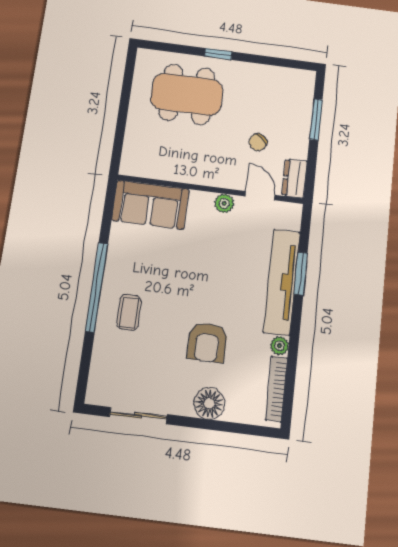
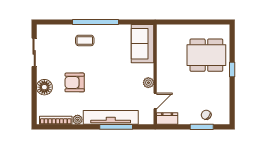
dining table: (187, 94) -> (206, 55), turned 90
chair: (258, 142) -> (206, 115), moved
window: (301, 274) -> (116, 127), width x1.44

